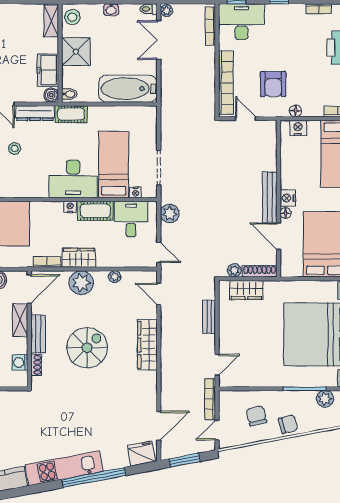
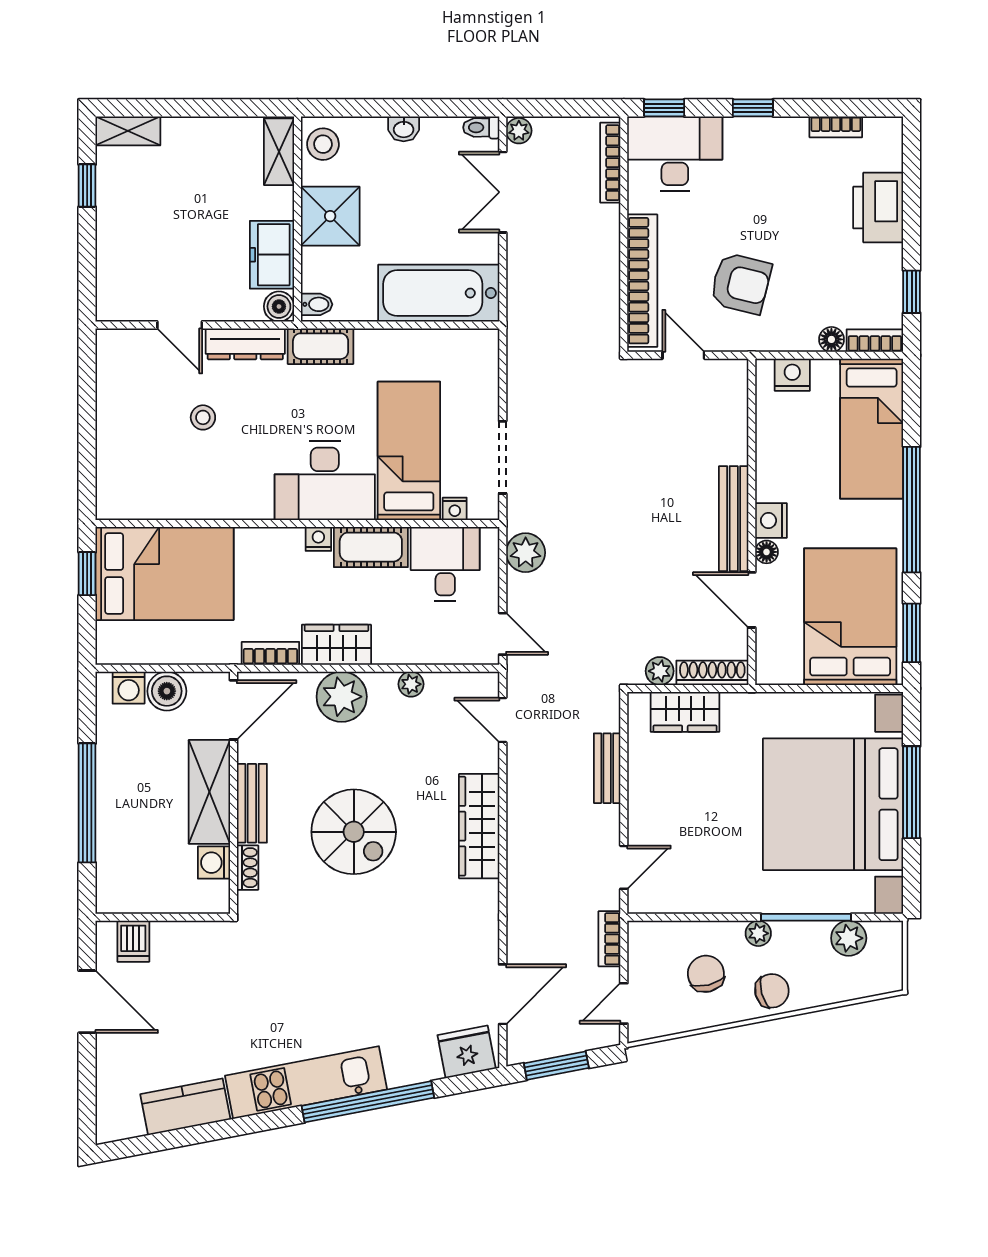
armchair: (273, 84) -> (741, 283), turned -76
floor lamp: (295, 111) -> (831, 339), moved
shelving: (20, 320) -> (209, 792), width x1.50, depth x1.33
spiral stairs: (87, 348) -> (354, 832), turned 90
plant: (282, 396) -> (758, 933), added
bookcase: (210, 399) -> (609, 939), width x0.64

